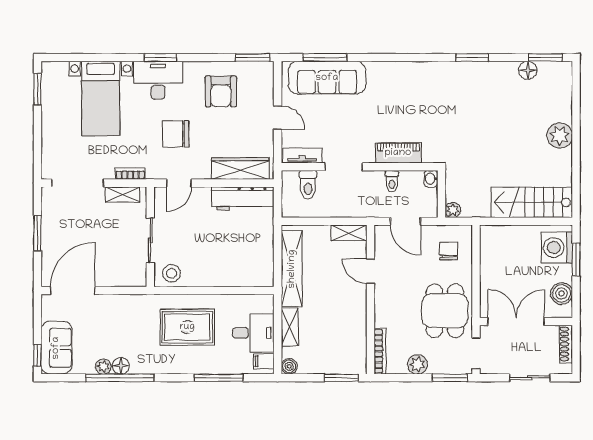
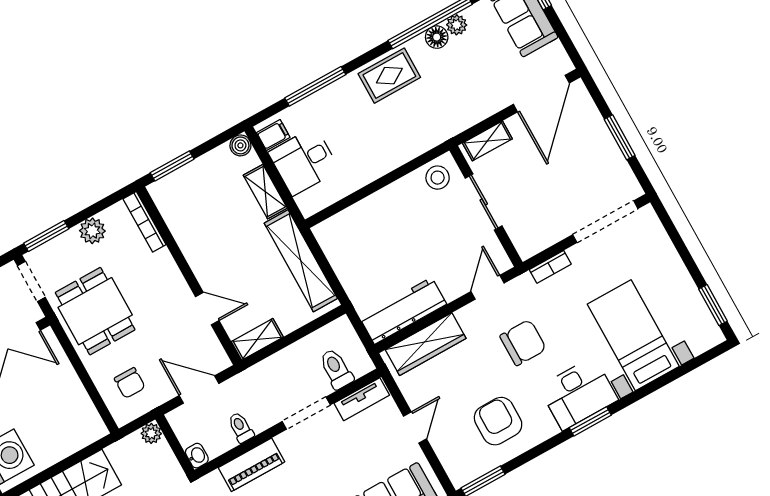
door: (278, 118) -> (415, 428), swing flipped
shelving: (122, 194) -> (487, 141), moved
rug: (187, 327) -> (389, 76), moved, width x0.73, depth x0.70

